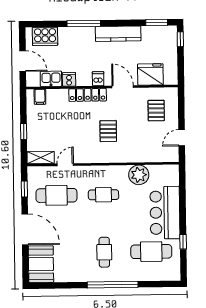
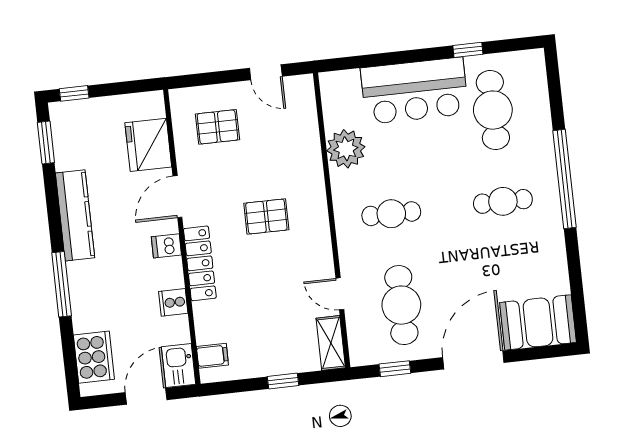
kitchen sink: (51, 79) -> (179, 366), moved
cafe table: (103, 195) -> (391, 214), turned 90

